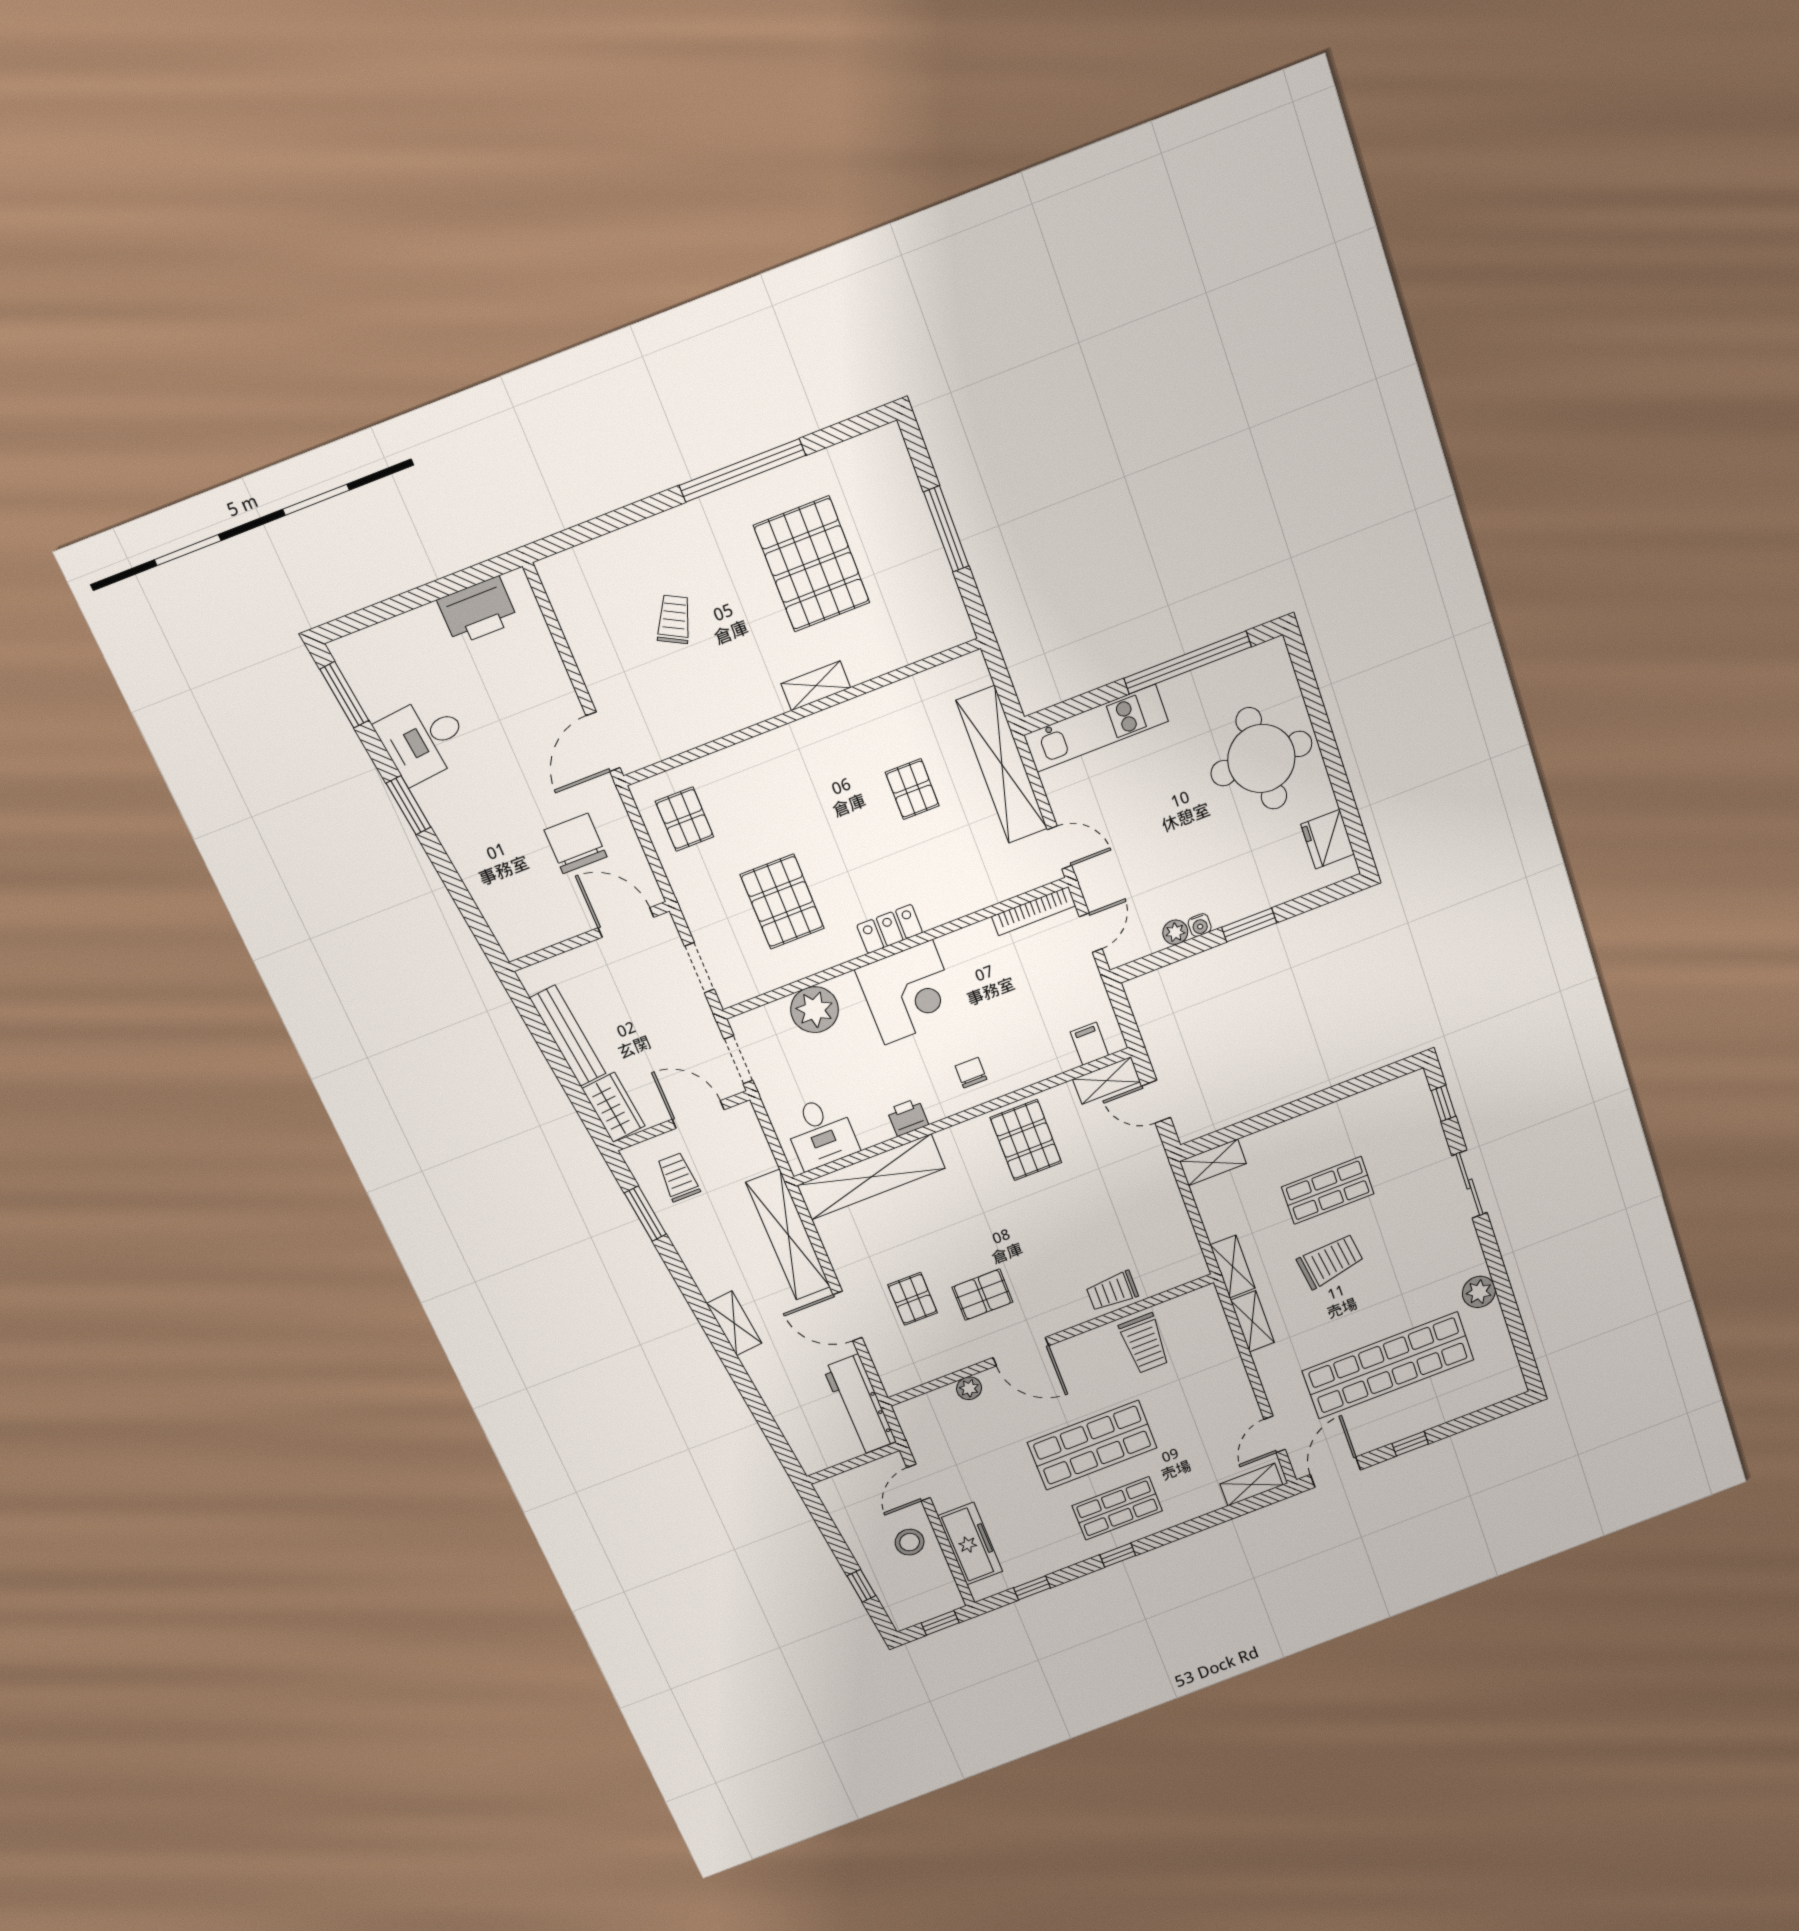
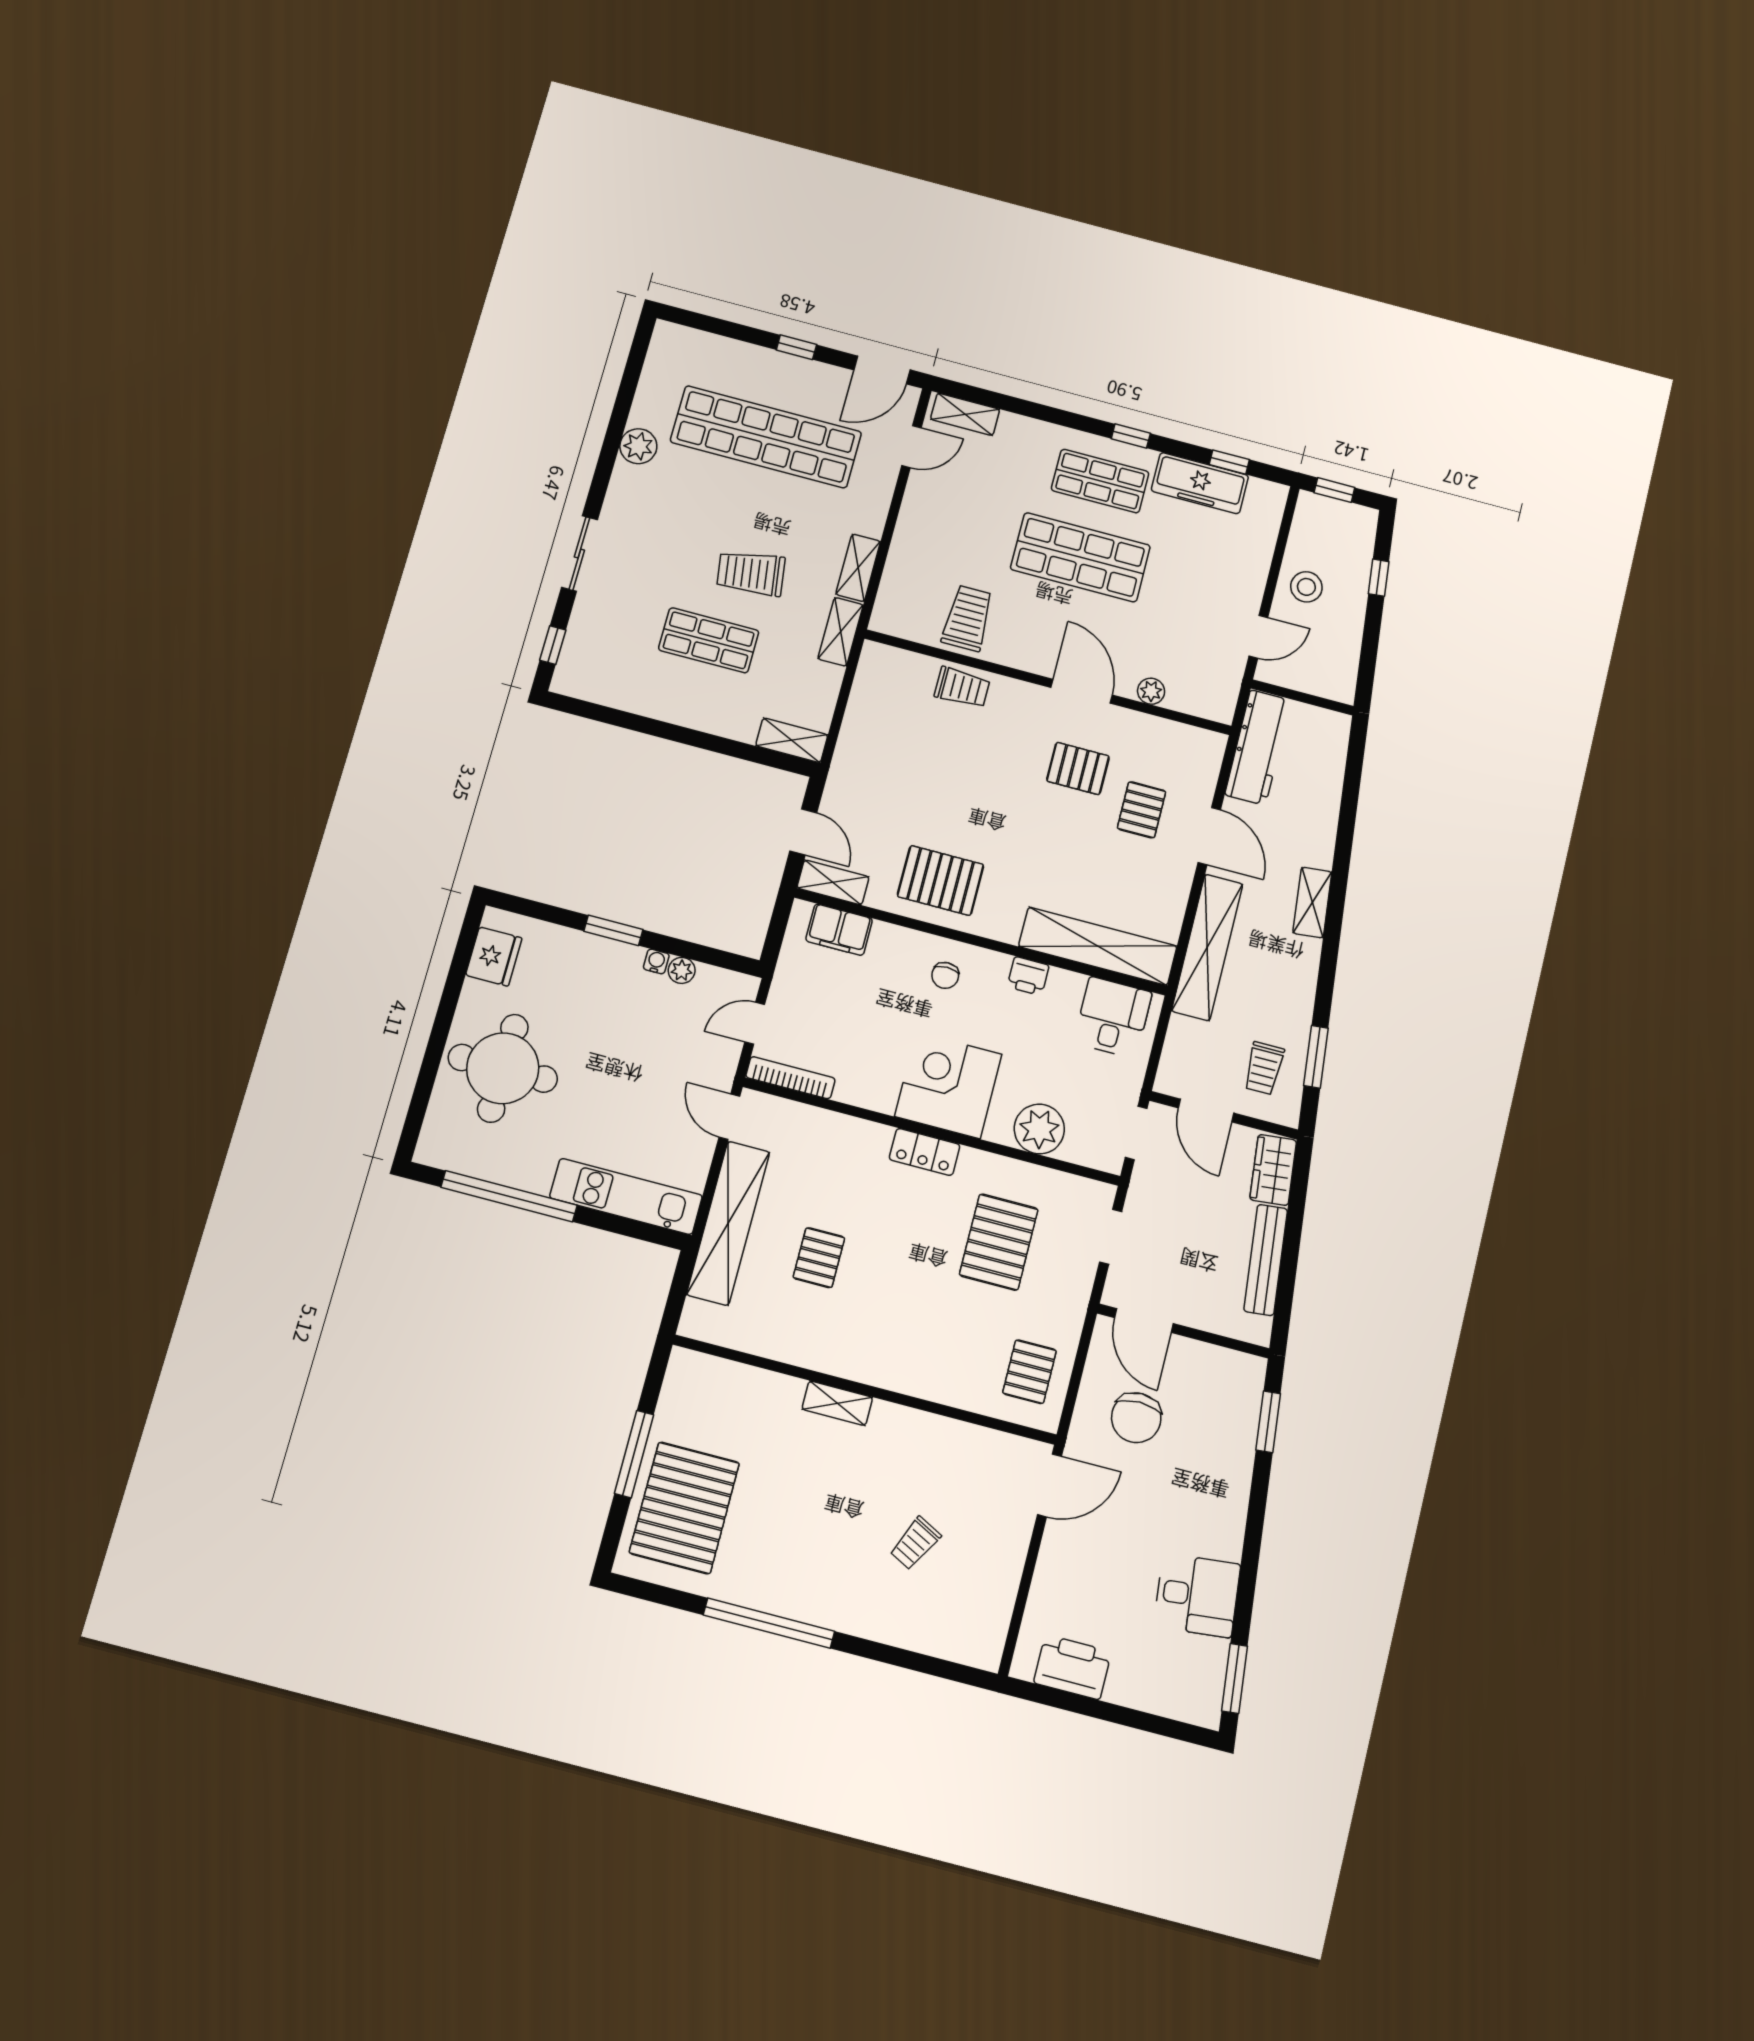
pallet: (812, 564) -> (684, 1508), moved
window: (408, 805) -> (1268, 1422), moved
filing cabinet: (1090, 1044) -> (839, 930), width x2.00
pallet: (1026, 1140) -> (941, 880), turned 90
freezer: (970, 1544) -> (1200, 483), moved, turned -90

